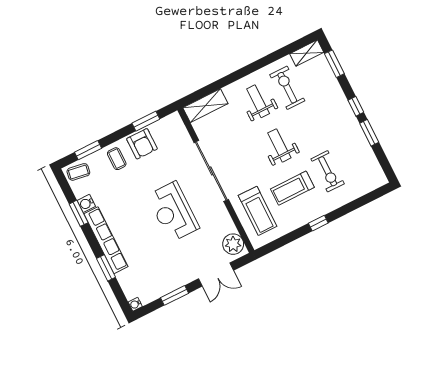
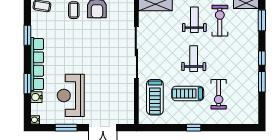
water cooler: (86, 203) -> (36, 97), moved
reception desk: (173, 212) -> (71, 95), moved
plant: (233, 244) -> (126, 112), removed

